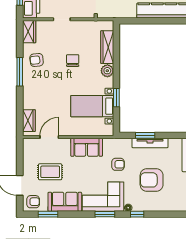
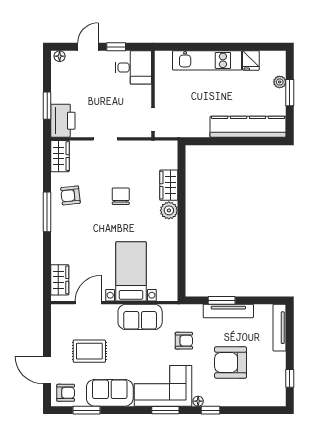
wardrobe: (107, 47) -> (169, 185), width x0.67
window: (116, 98) -> (182, 248), removed
bed with nightstands: (92, 106) -> (131, 271), moved, turned 90

